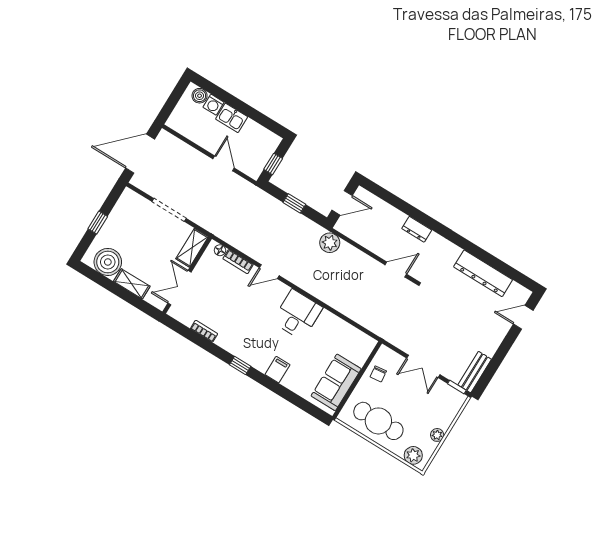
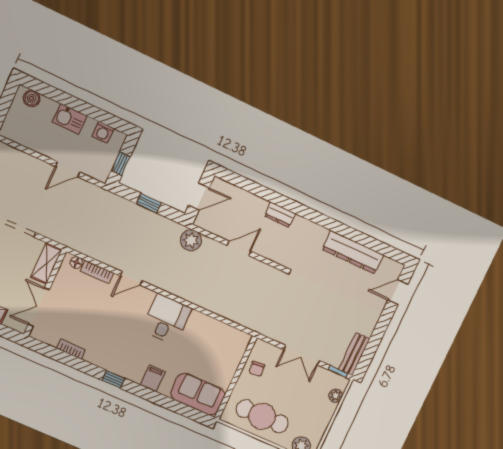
washing machine: (214, 105) -> (103, 132), moved
door: (224, 163) -> (68, 169), swing flipped
door: (396, 269) -> (239, 248), moved
sofa: (336, 382) -> (198, 394), moved, turned 90
plant: (437, 435) -> (336, 396), moved

